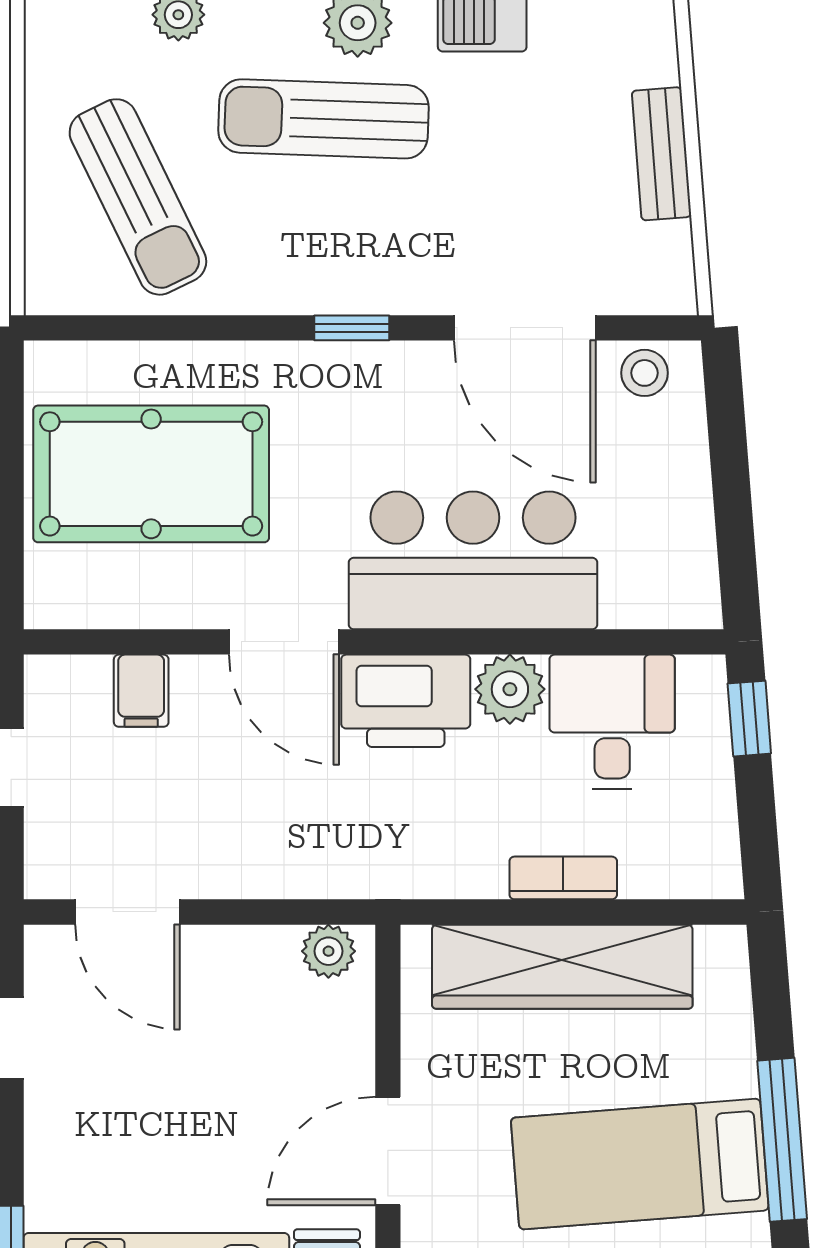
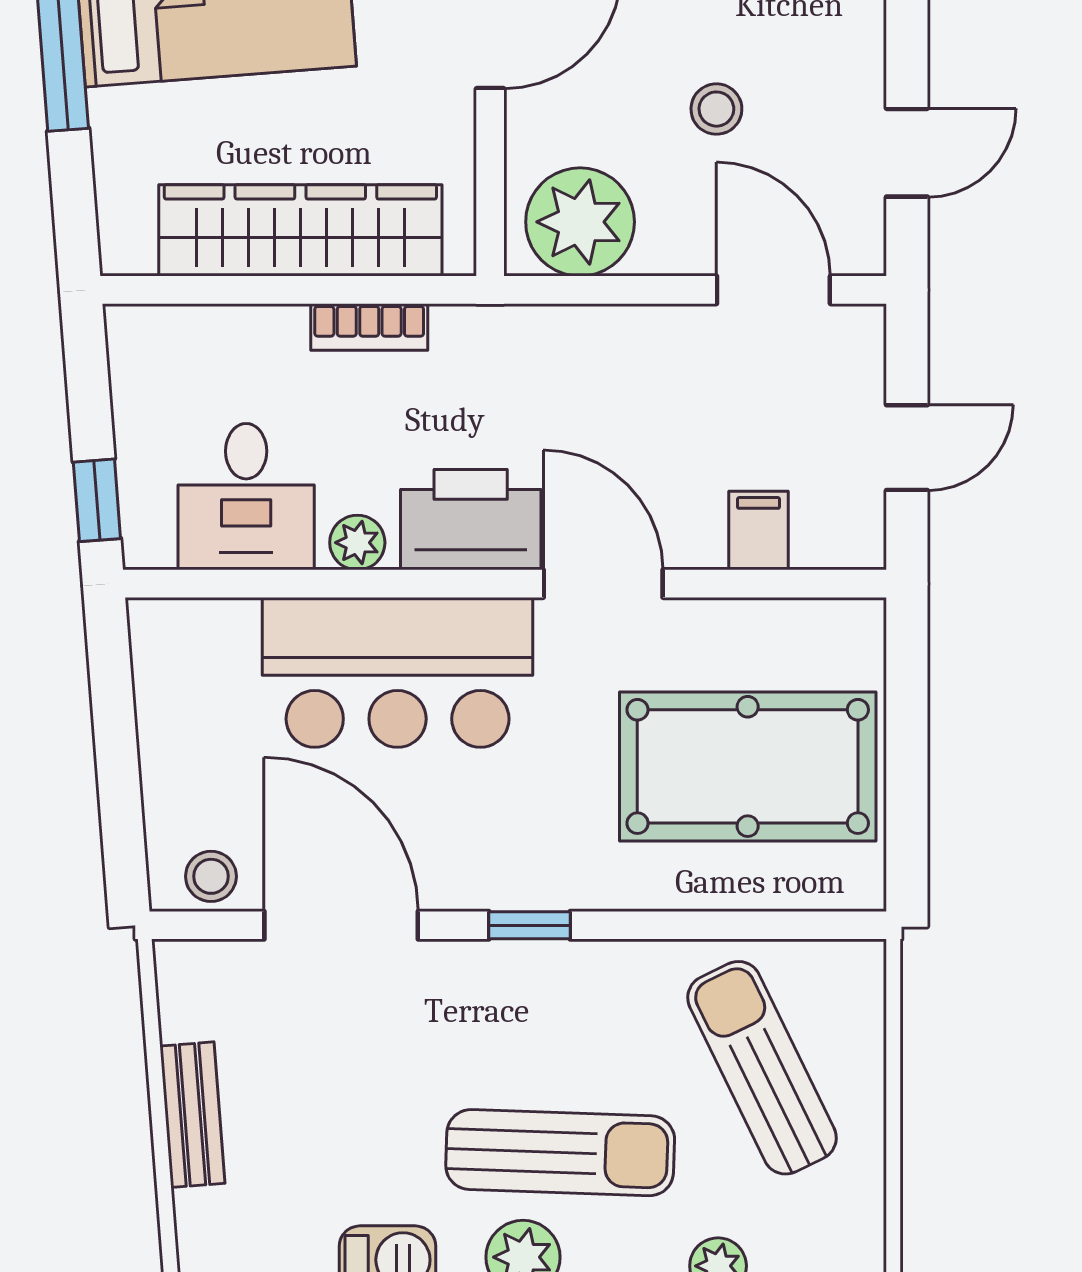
plant: (510, 689) -> (357, 543), width x0.73, depth x0.73
bookcase: (563, 878) -> (369, 327), moved
plant: (328, 951) -> (580, 222), width x1.87, depth x1.87
stool: (180, 1078) -> (716, 109), added

